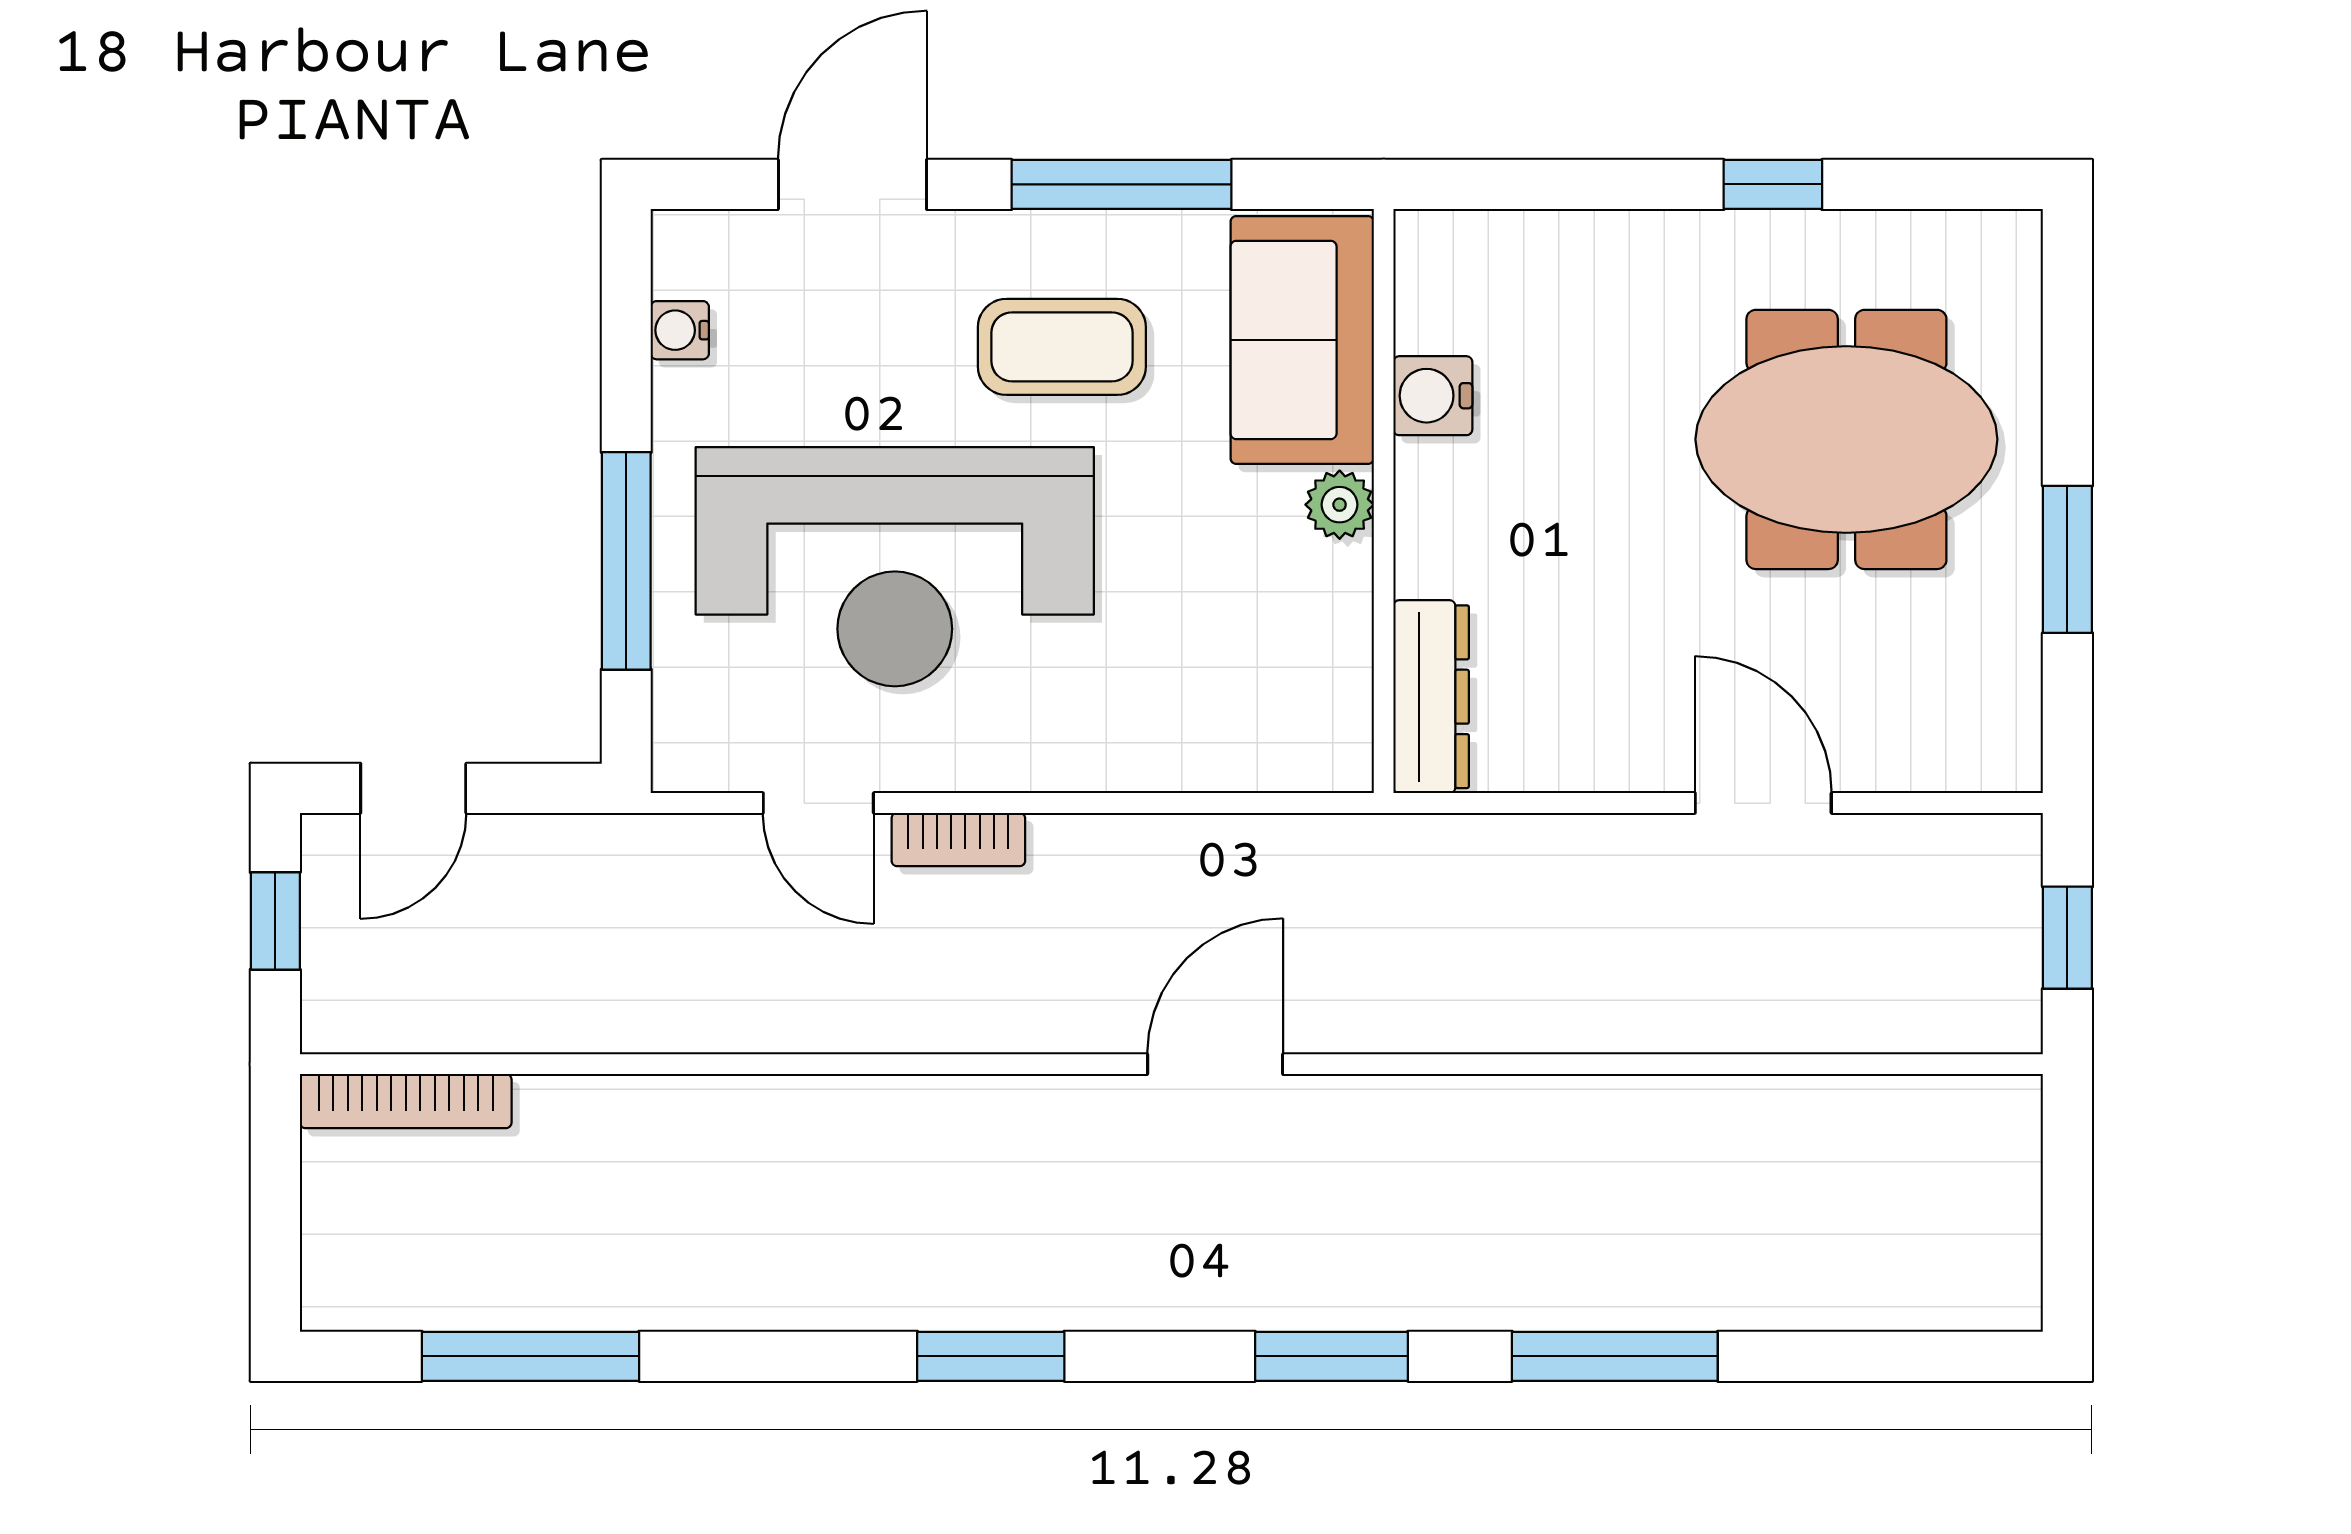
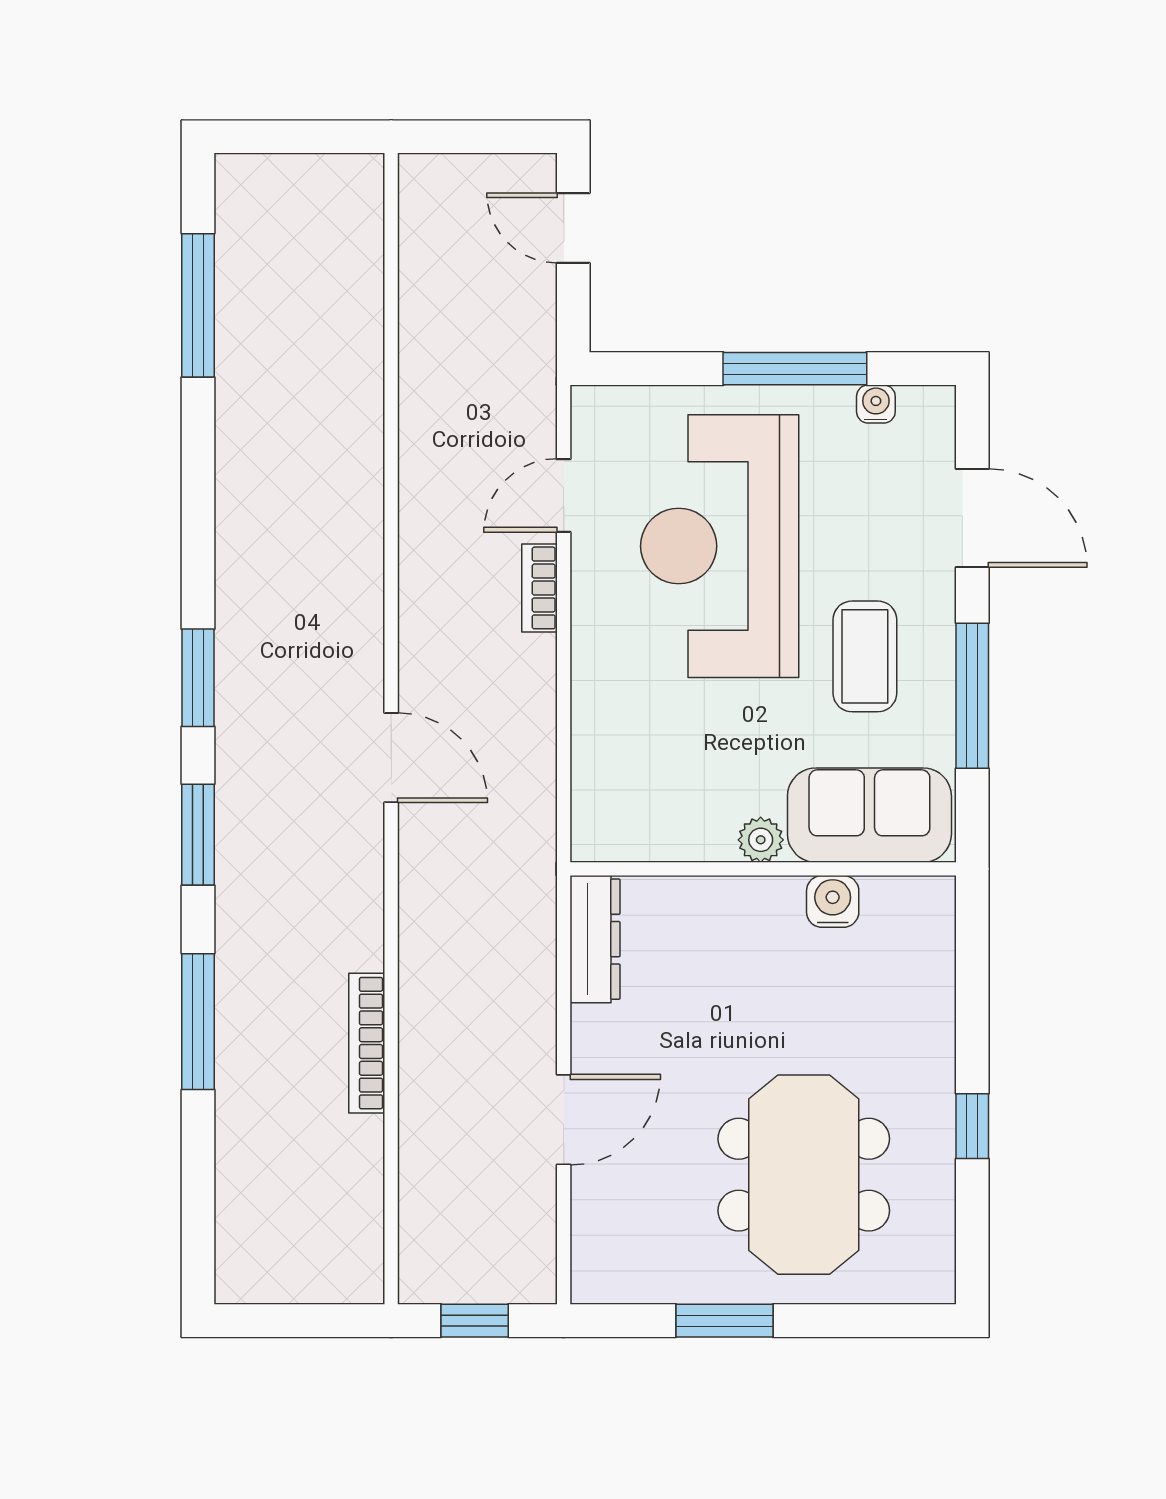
window: (626, 561) -> (795, 369), moved
dresser: (1431, 697) -> (595, 939), moved, turned -90
window: (275, 921) -> (486, 137), removed
bookcase: (406, 1101) -> (367, 1043), moved
window: (991, 1356) -> (198, 678), moved

